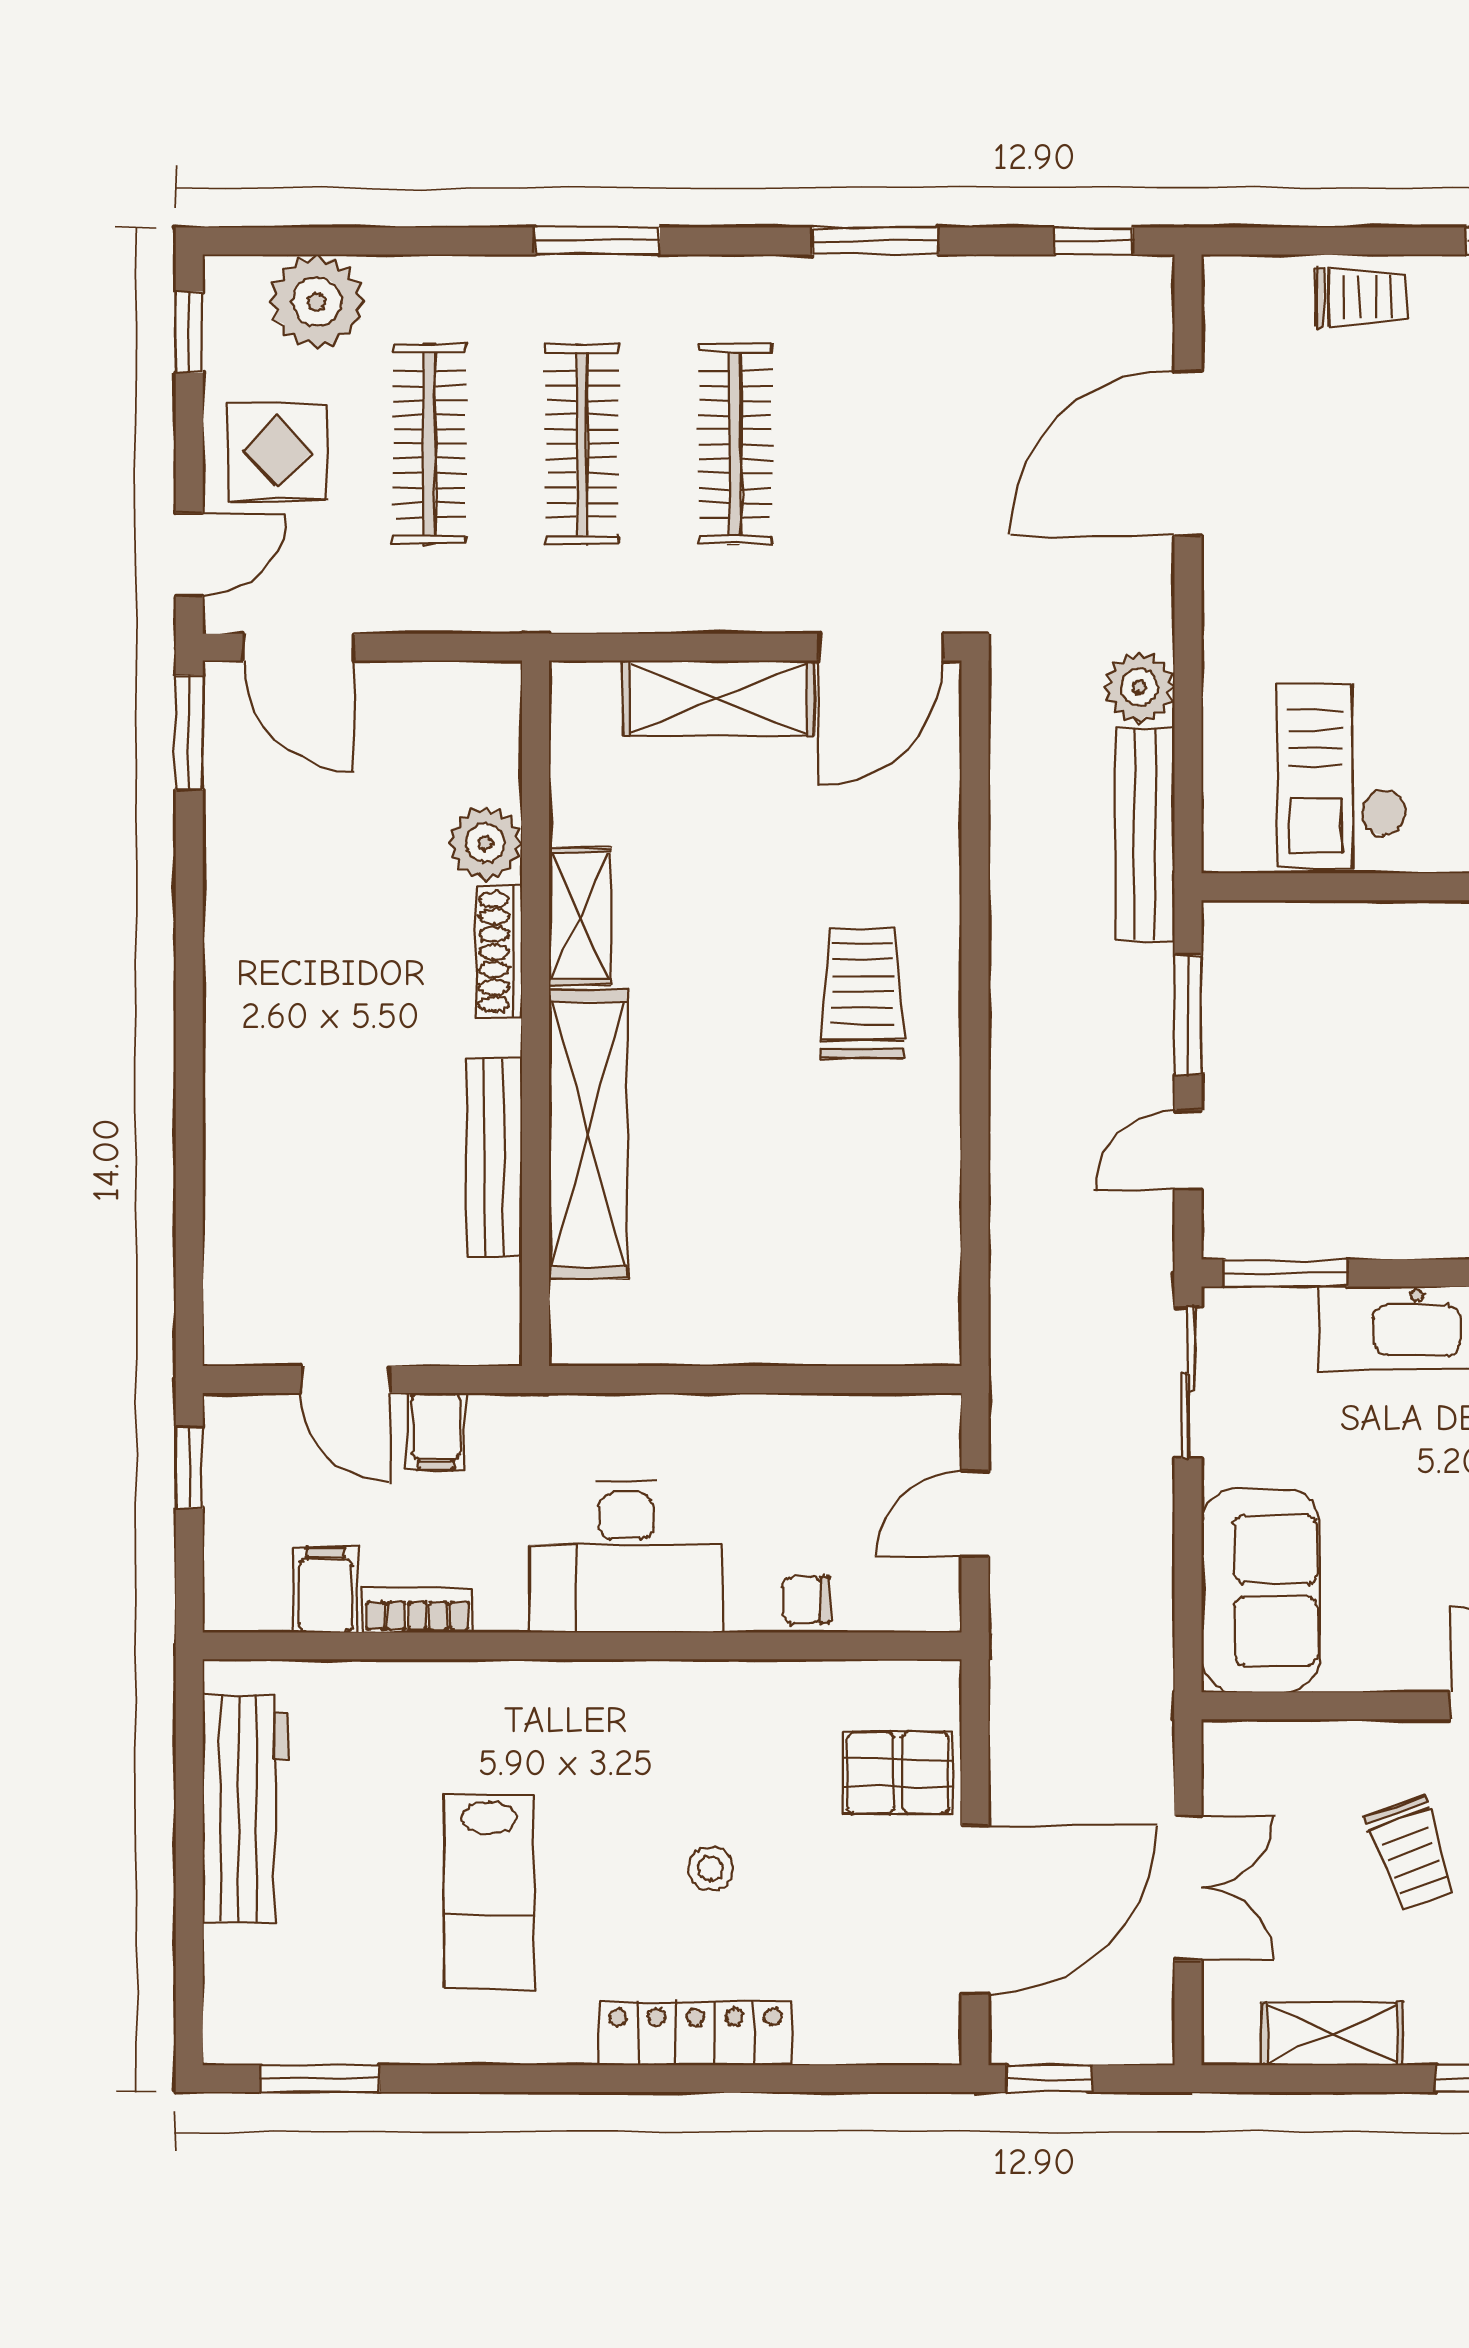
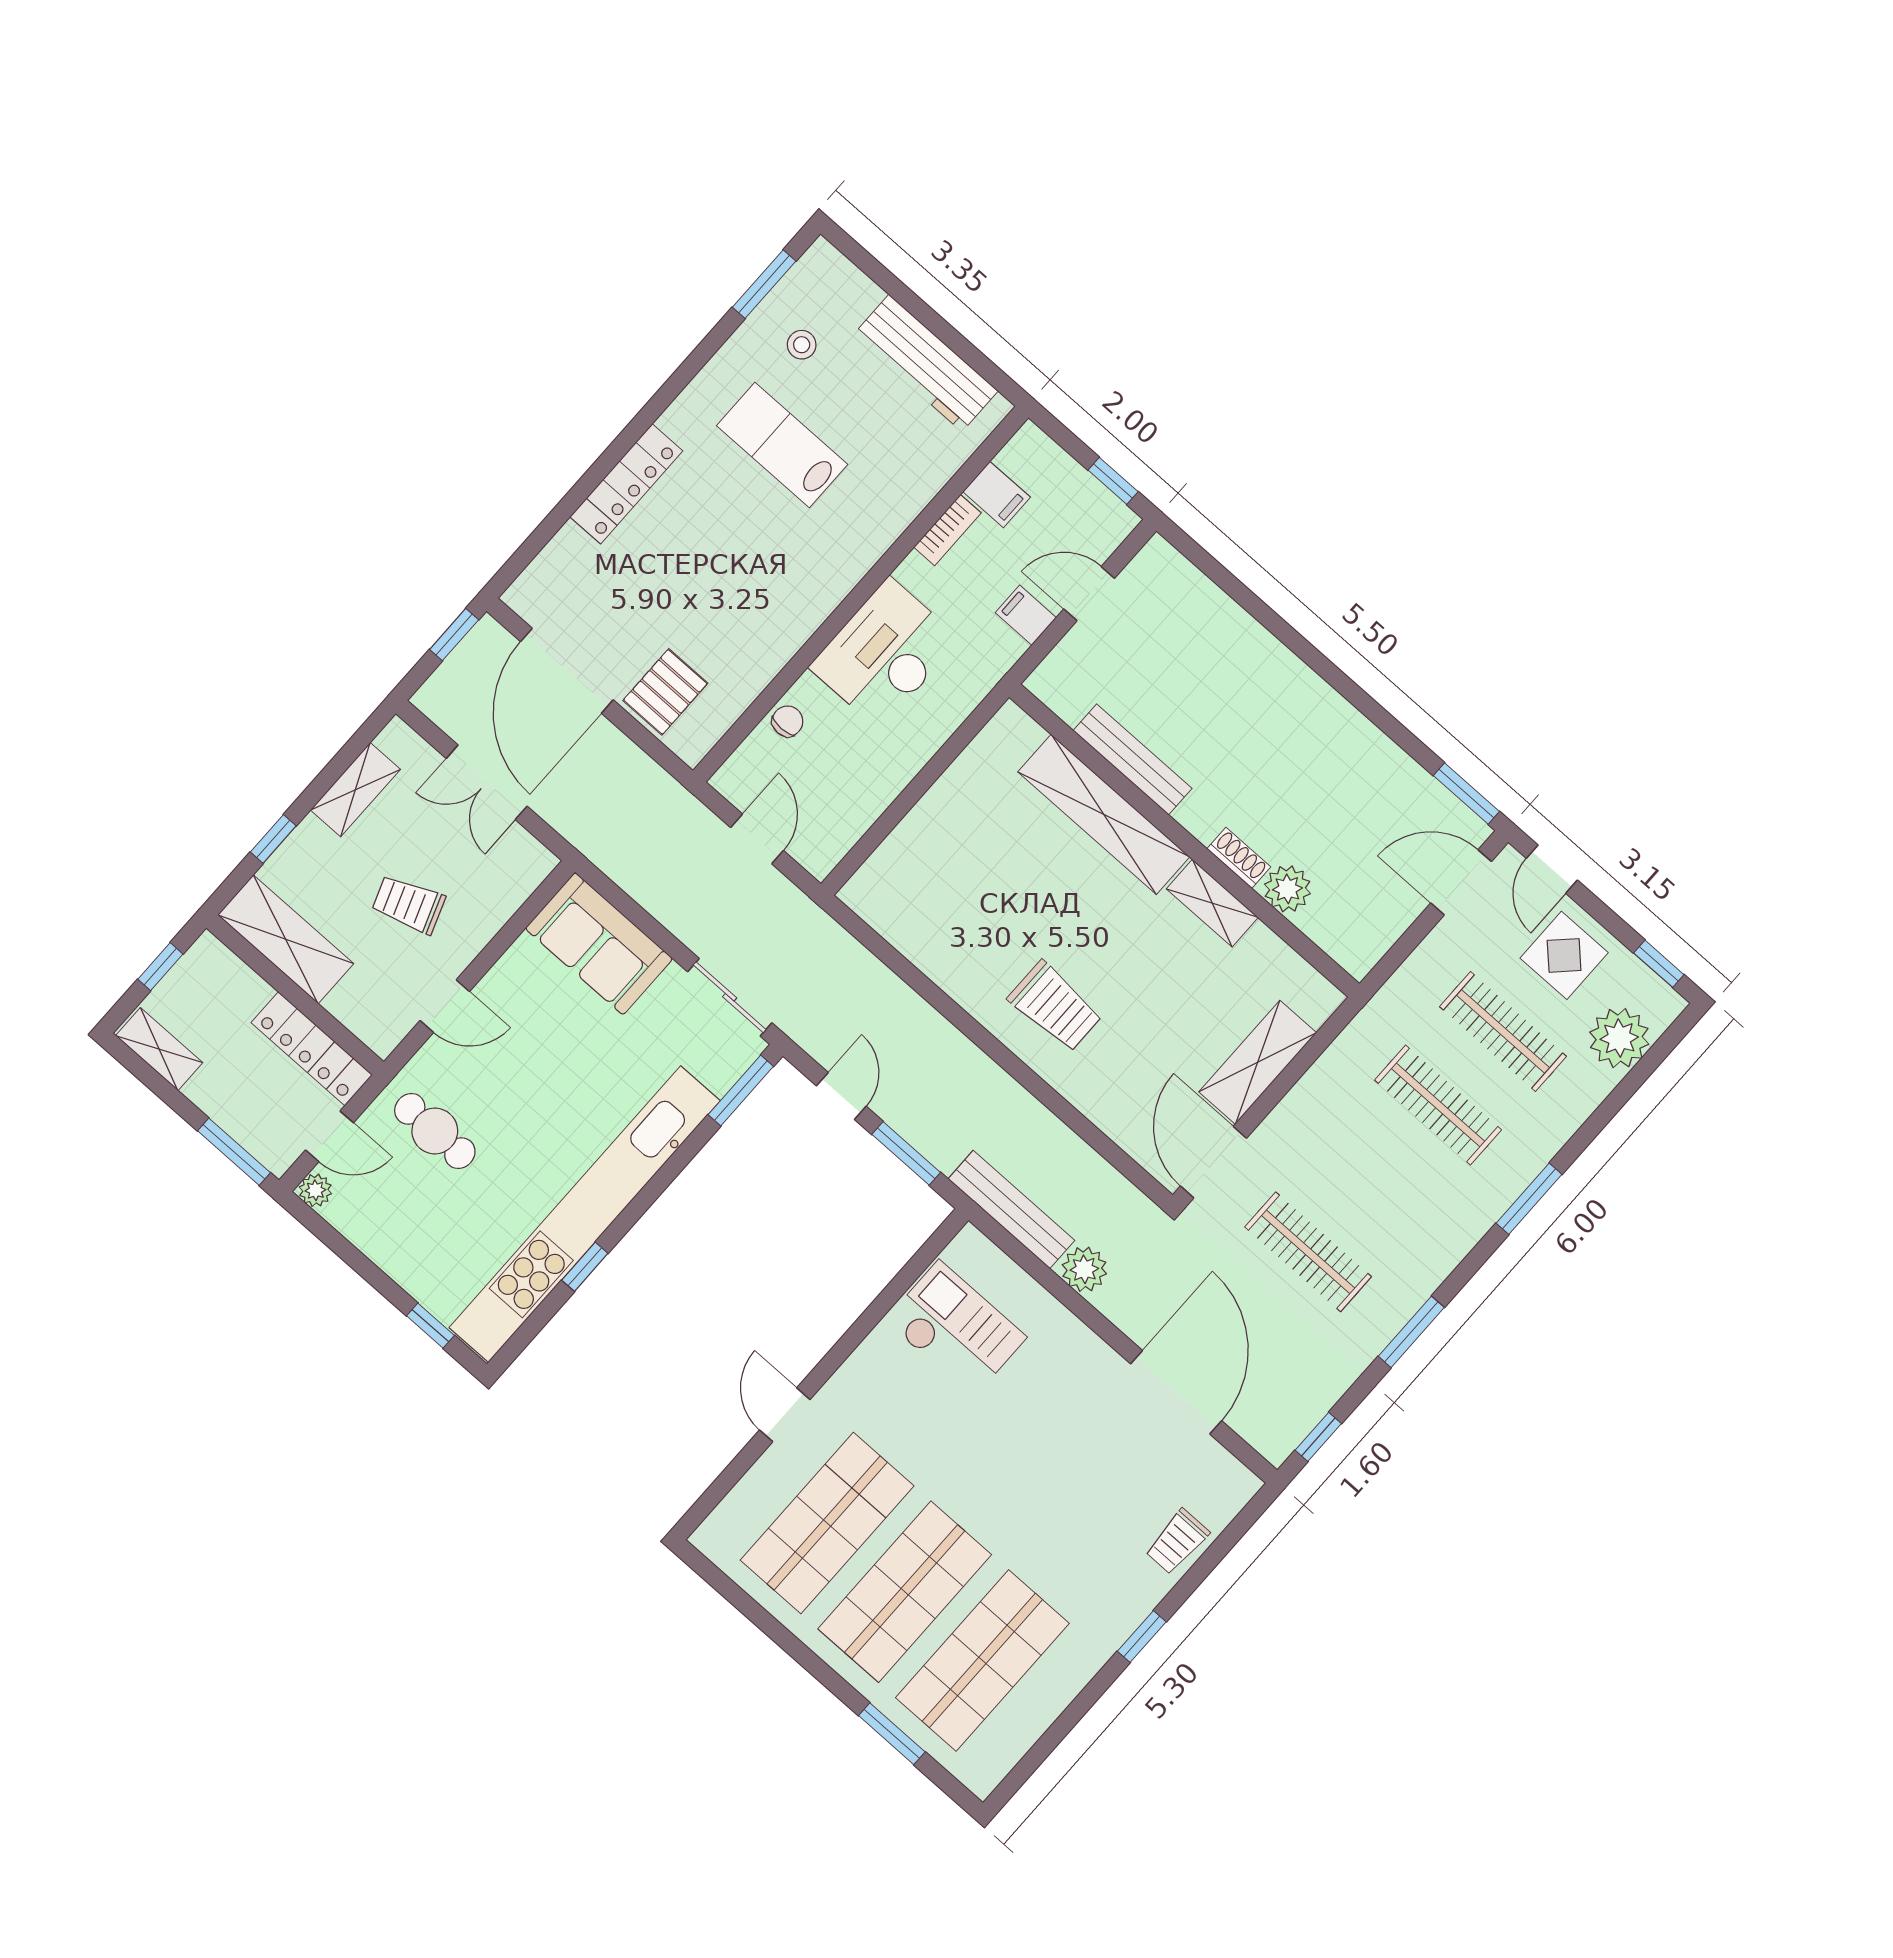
clothes rail: (735, 444) -> (1308, 1252), moved
shoe rack: (500, 952) -> (1239, 858), width x0.70
stool: (710, 1869) -> (802, 345), moved

